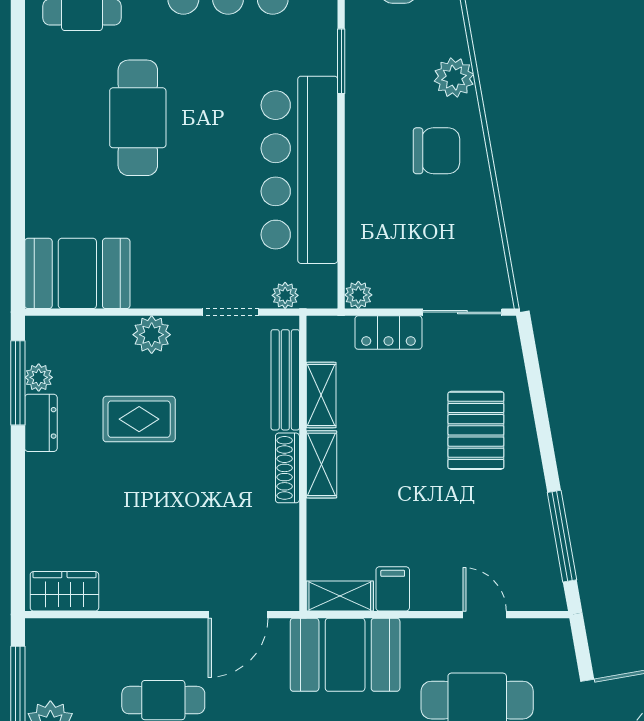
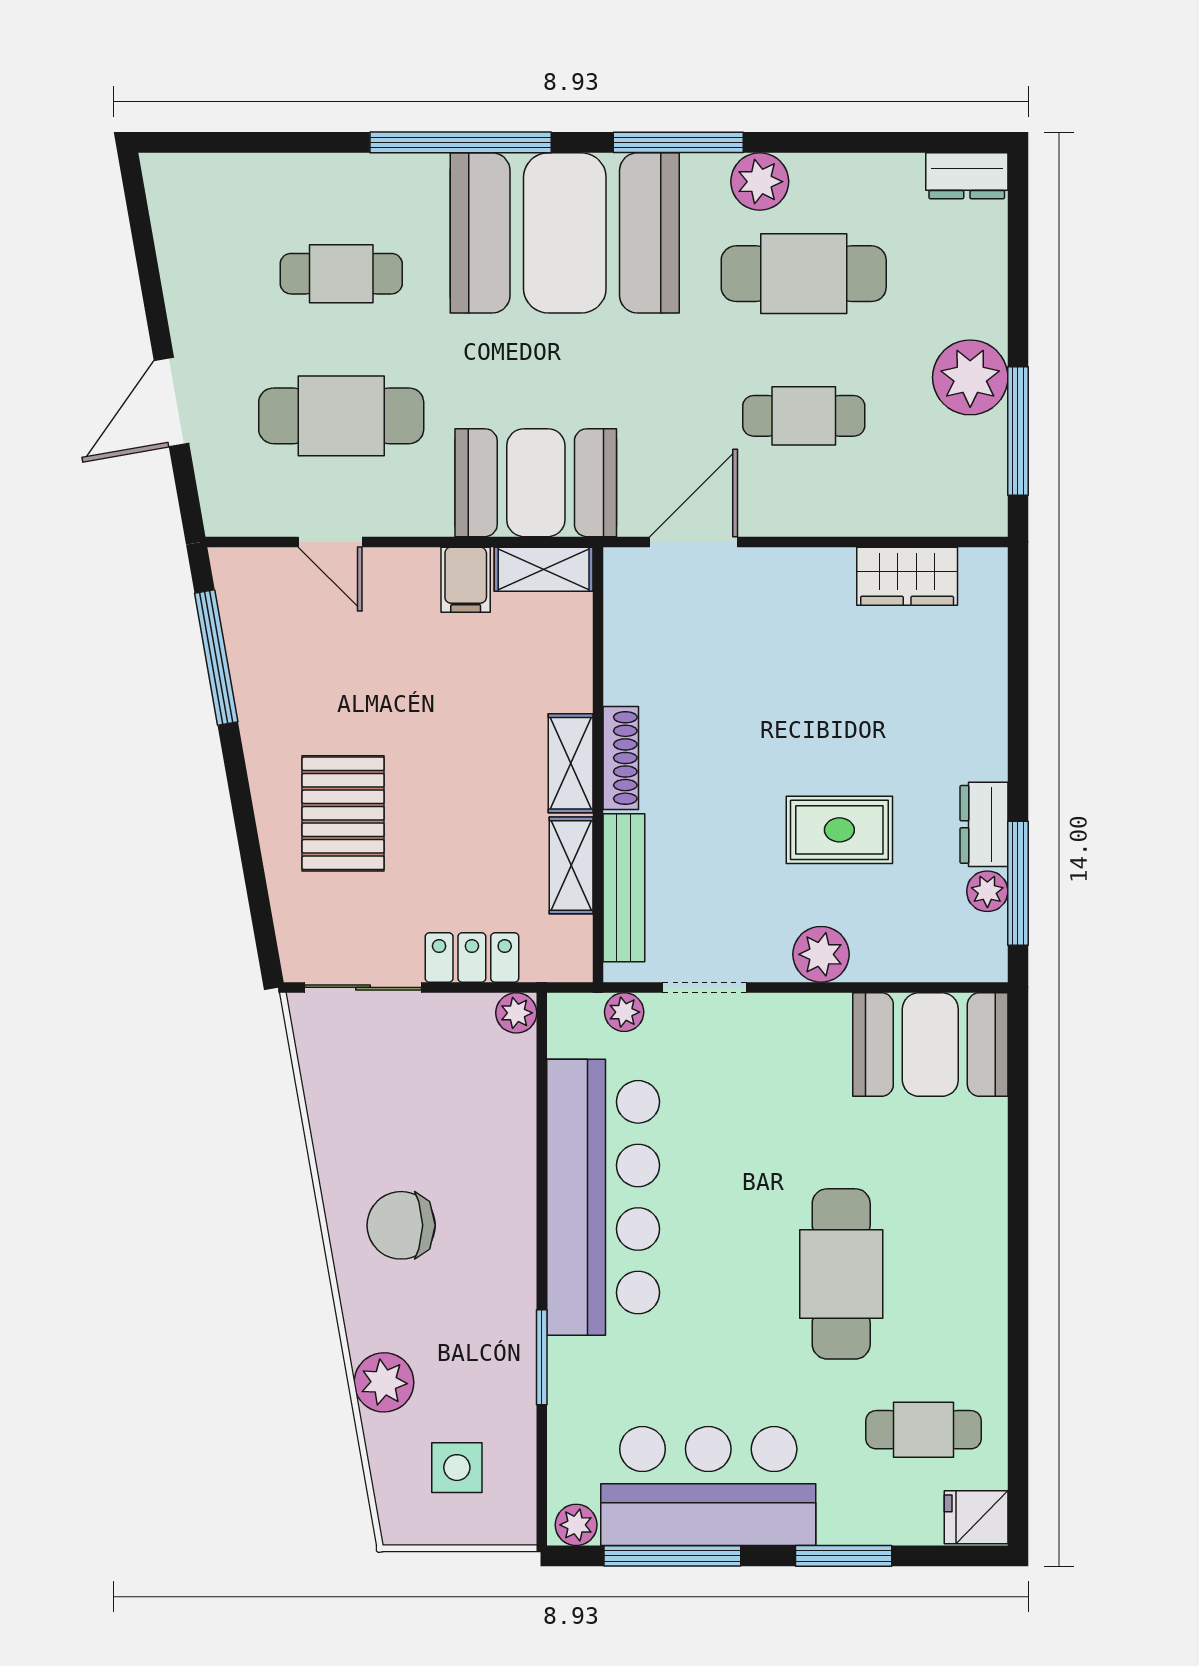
plant: (454, 78) -> (384, 1382), moved
wardrobe: (64, 591) -> (907, 576), moved

